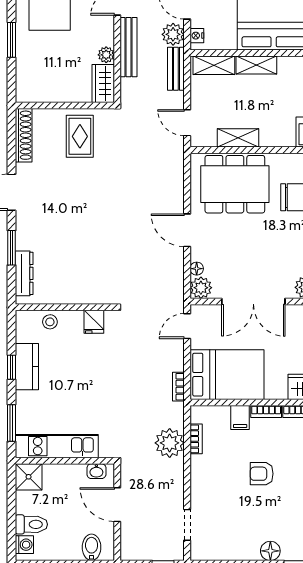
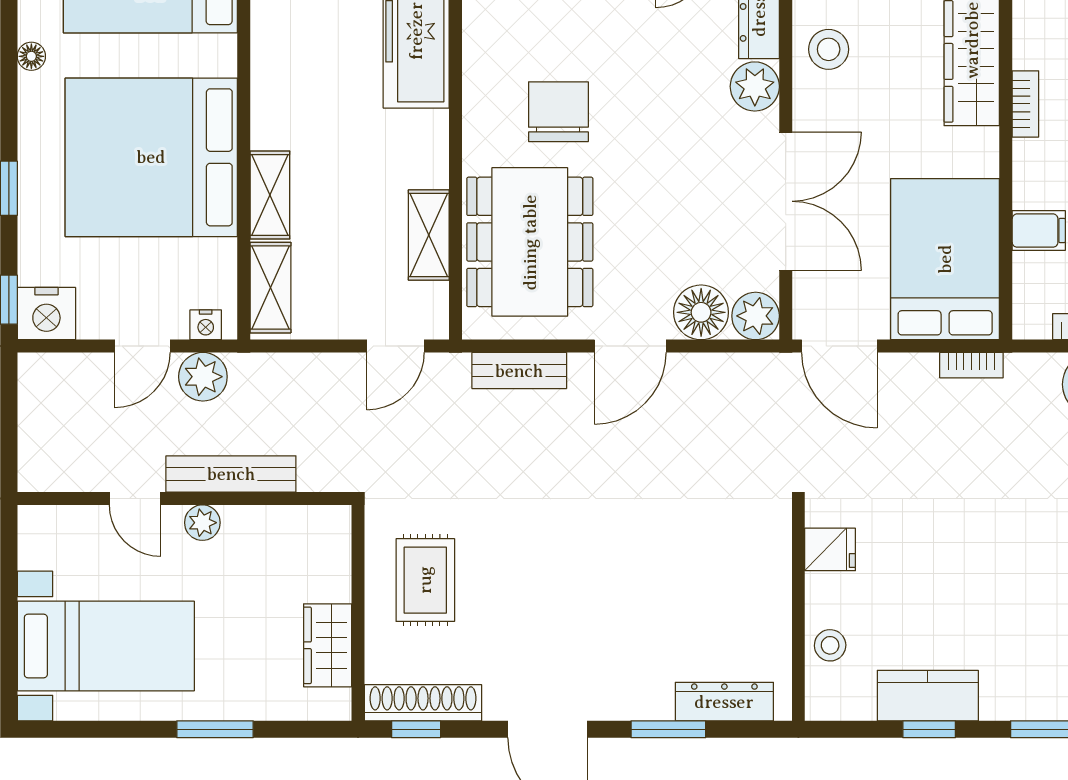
plant: (106, 55) -> (202, 523), moved
bench: (176, 69) -> (519, 371), moved
wardrobe: (103, 84) -> (328, 645), moved, turned 90
window: (11, 132) -> (416, 729), added
rug: (80, 136) -> (425, 580), turned 90
floor lamp: (197, 269) -> (701, 312), width x1.89, depth x1.89
door: (187, 326) -> (839, 346), width x1.38
bookcase: (266, 411) -> (1026, 174), removed

